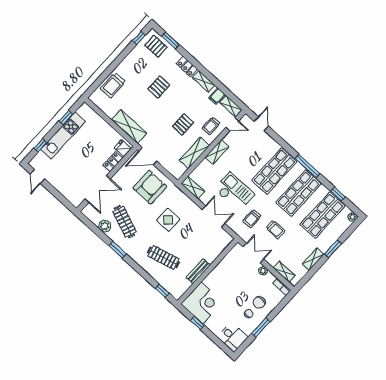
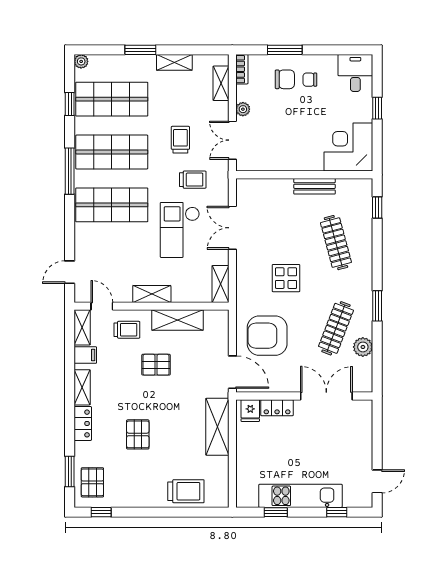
pallet: (159, 87) -> (138, 434), turned 90
window: (197, 323) -> (377, 108), moved
window: (261, 328) -> (285, 50), moved

